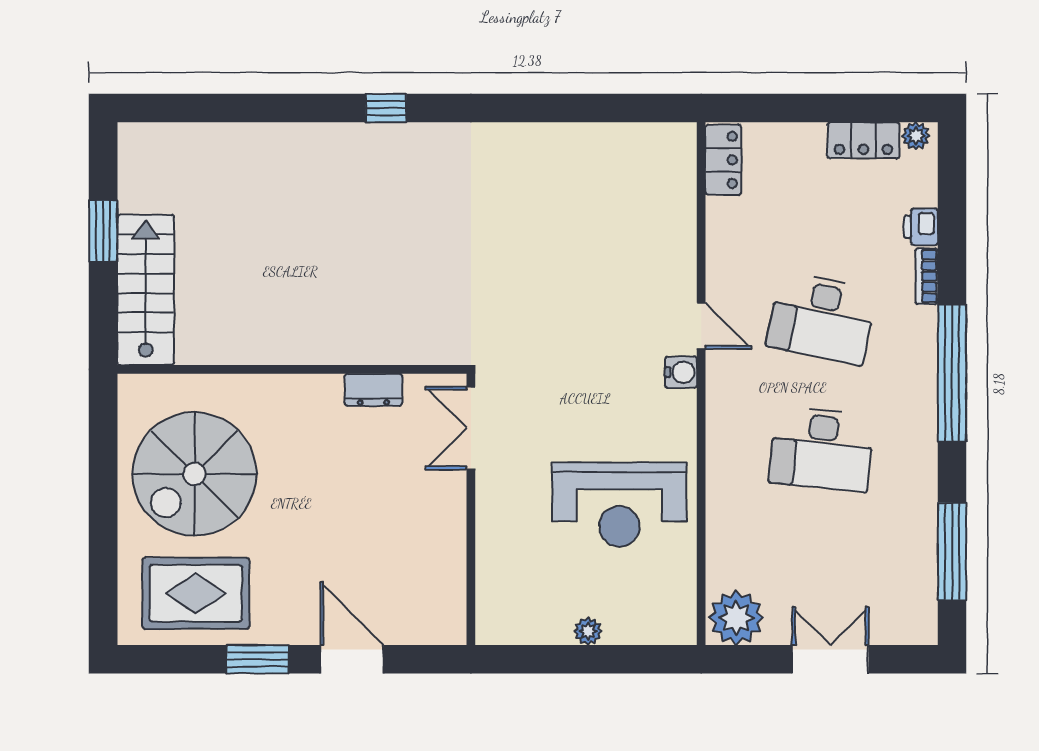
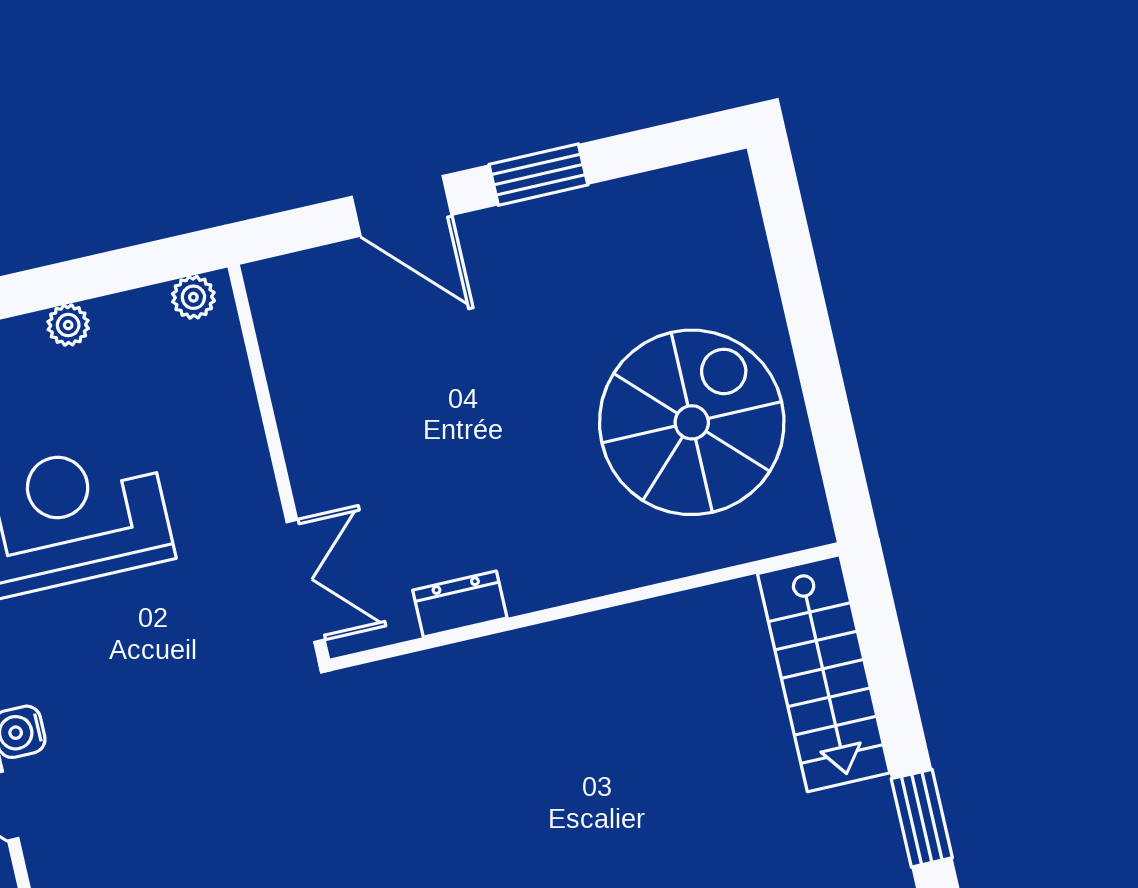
window: (103, 231) -> (922, 818), moved
rug: (196, 593) -> (650, 250), removed
plant: (502, 631) -> (193, 297), added

